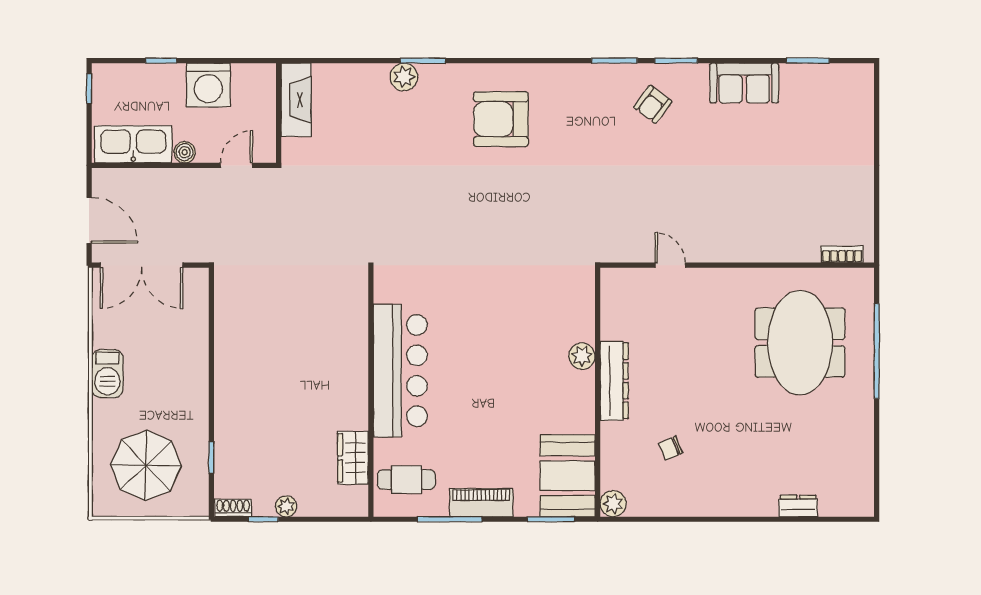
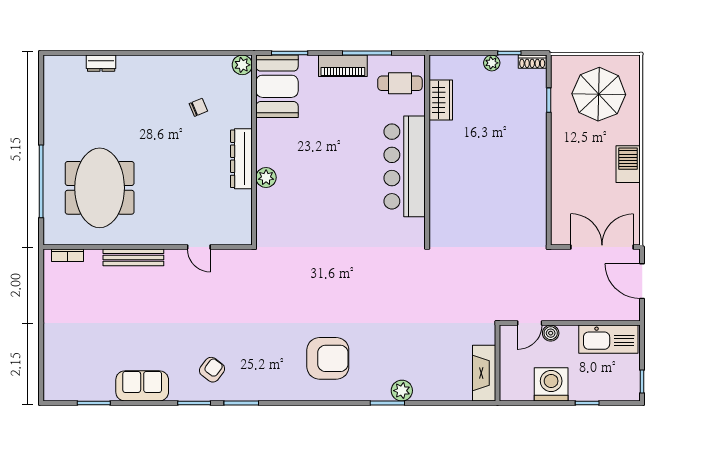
boiler: (185, 152) -> (551, 333), moved
bench: (756, 251) -> (133, 257), added

